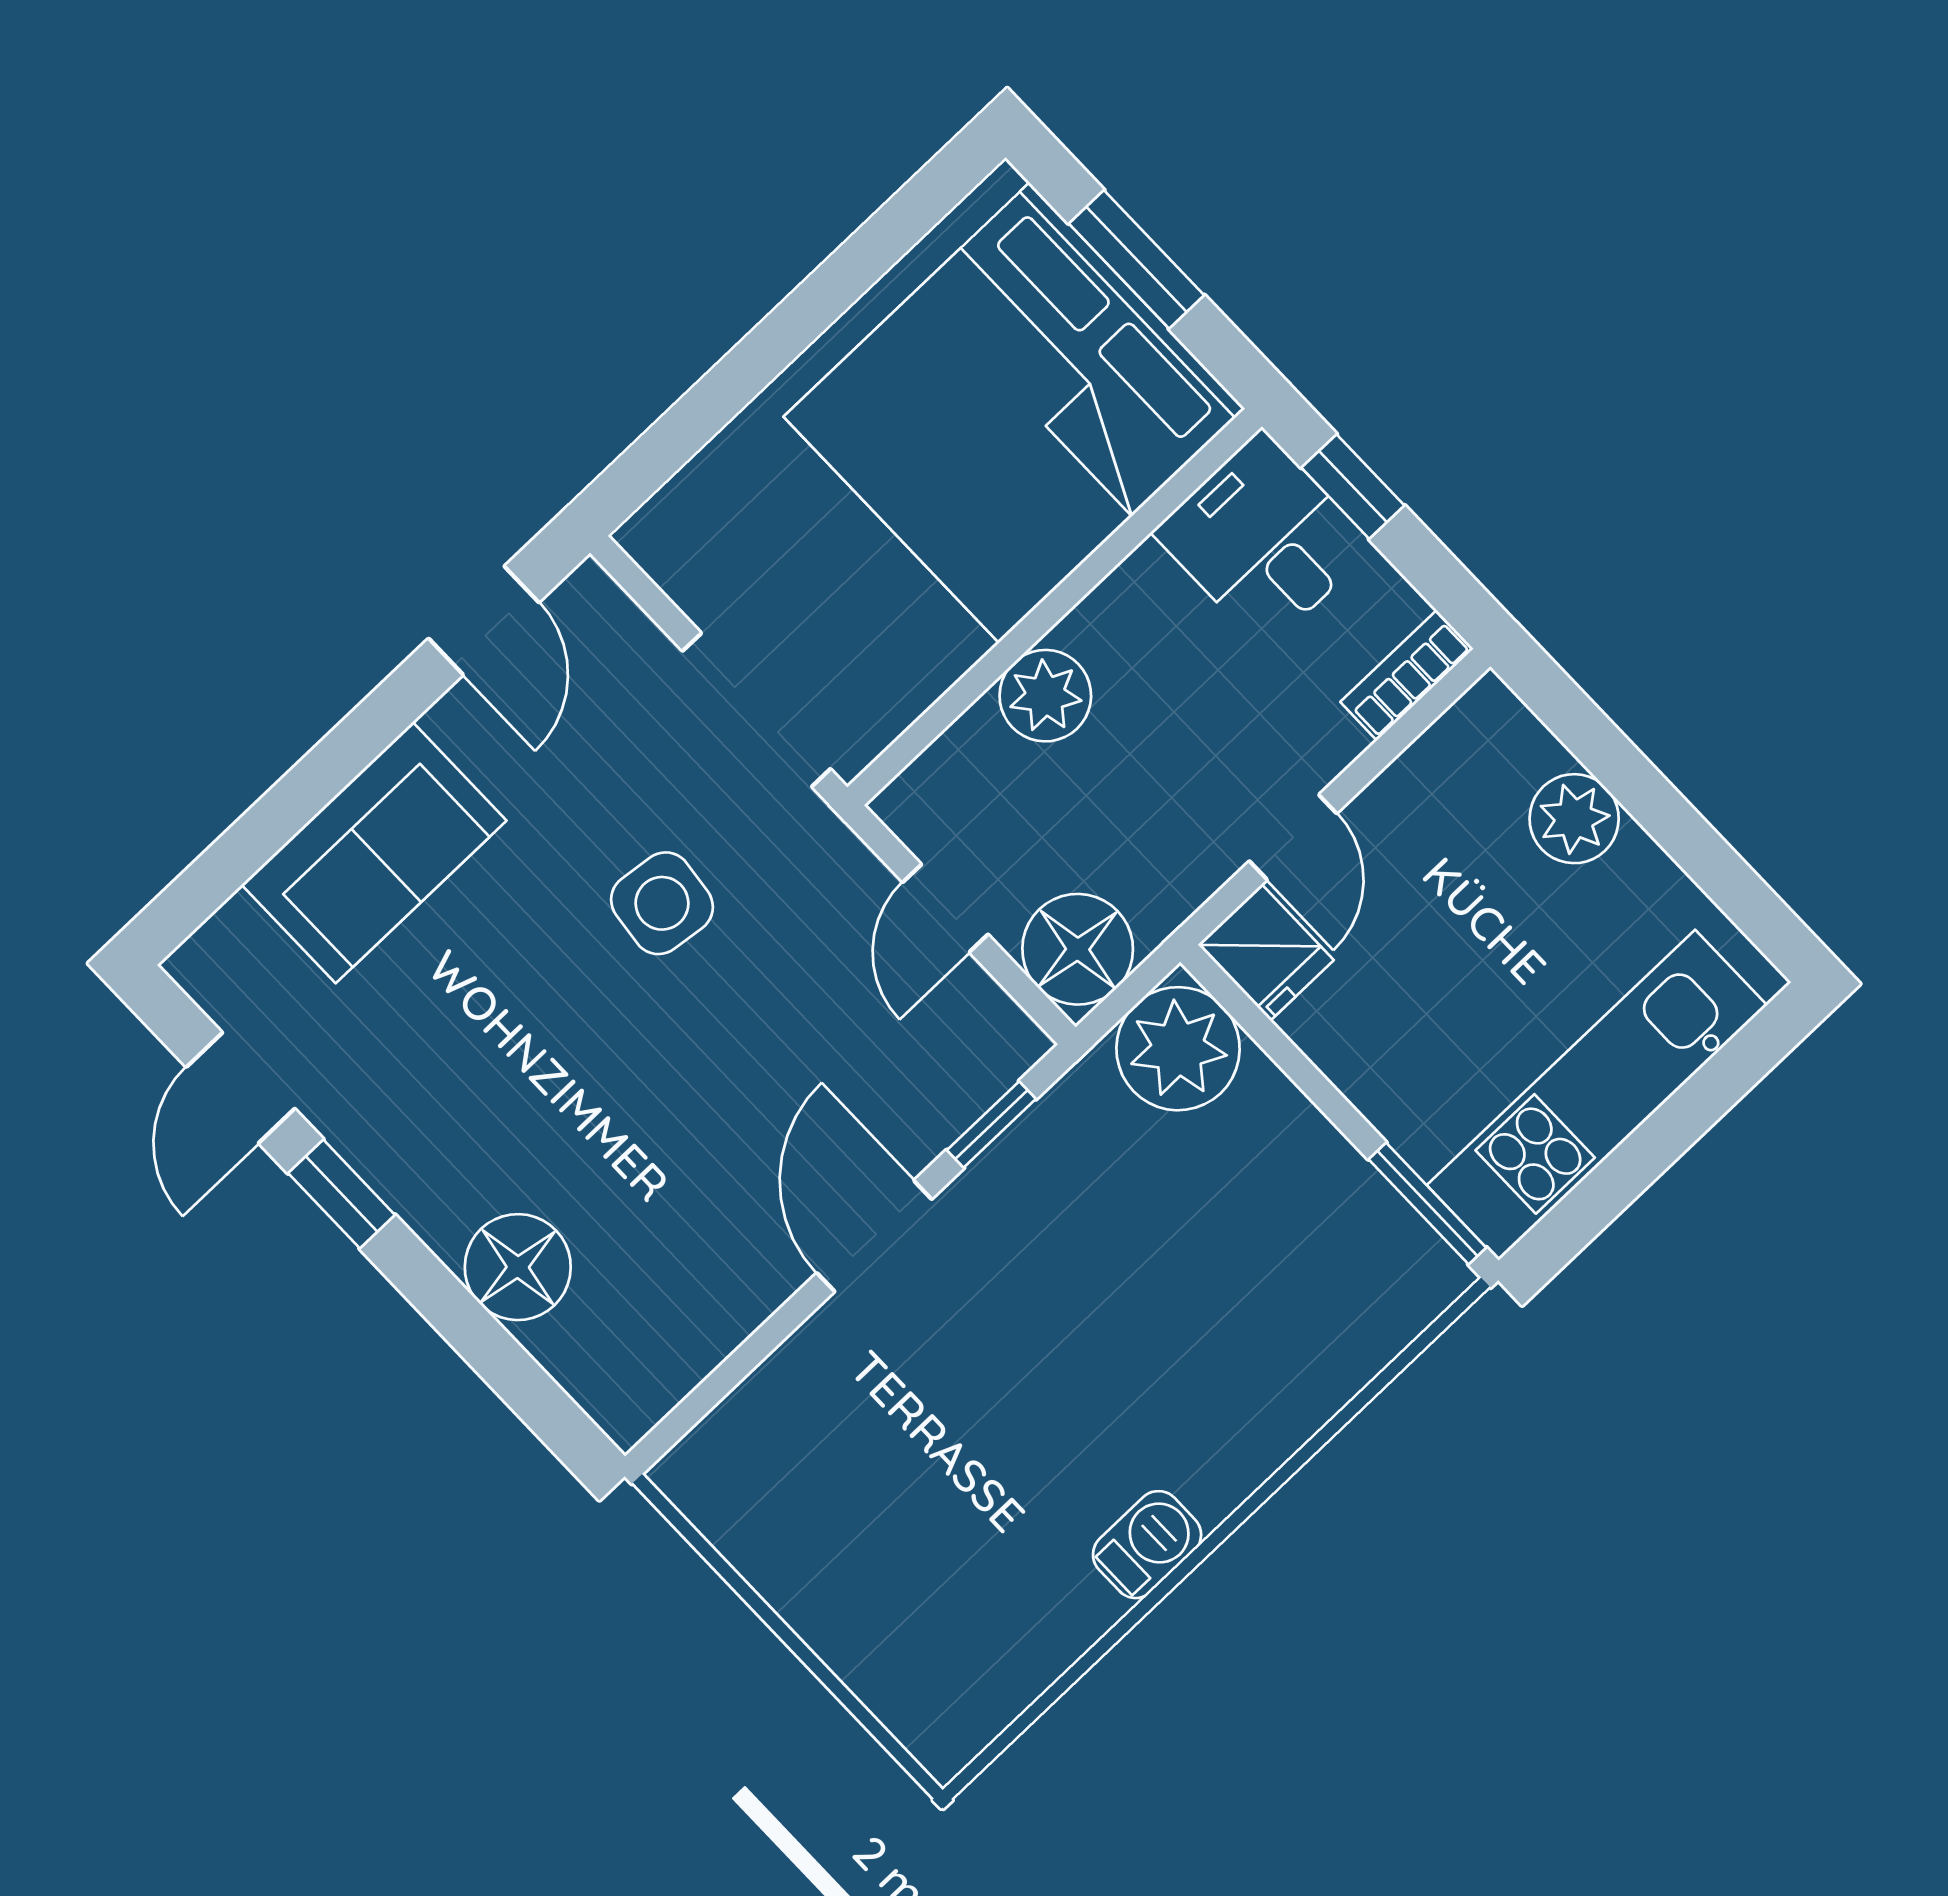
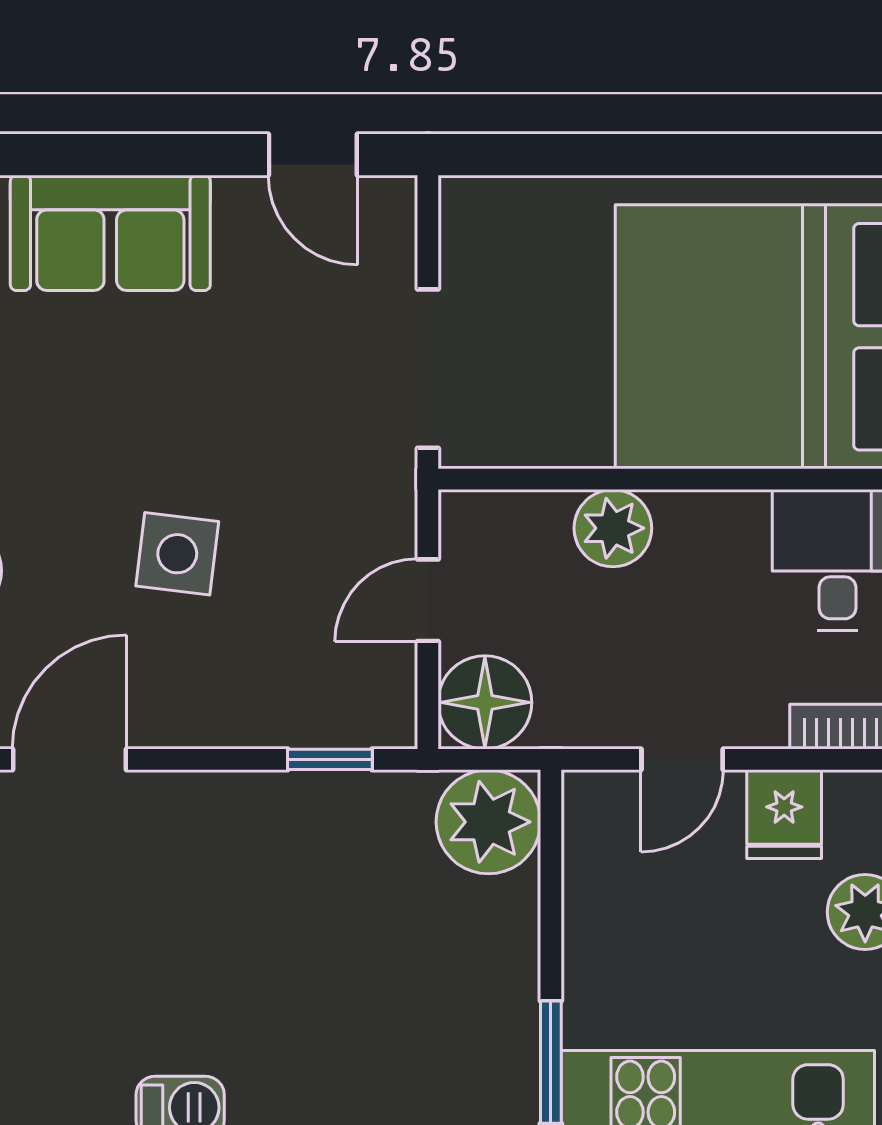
door: (484, 620) -> (313, 155), hinge flipped
side table: (662, 903) -> (177, 554), moved
fridge: (1266, 952) -> (784, 814), moved
door: (874, 1236) -> (70, 759), moved

